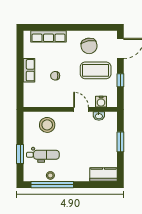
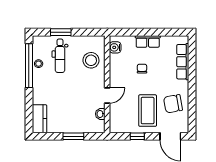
water cooler: (101, 102) -> (115, 47), moved

